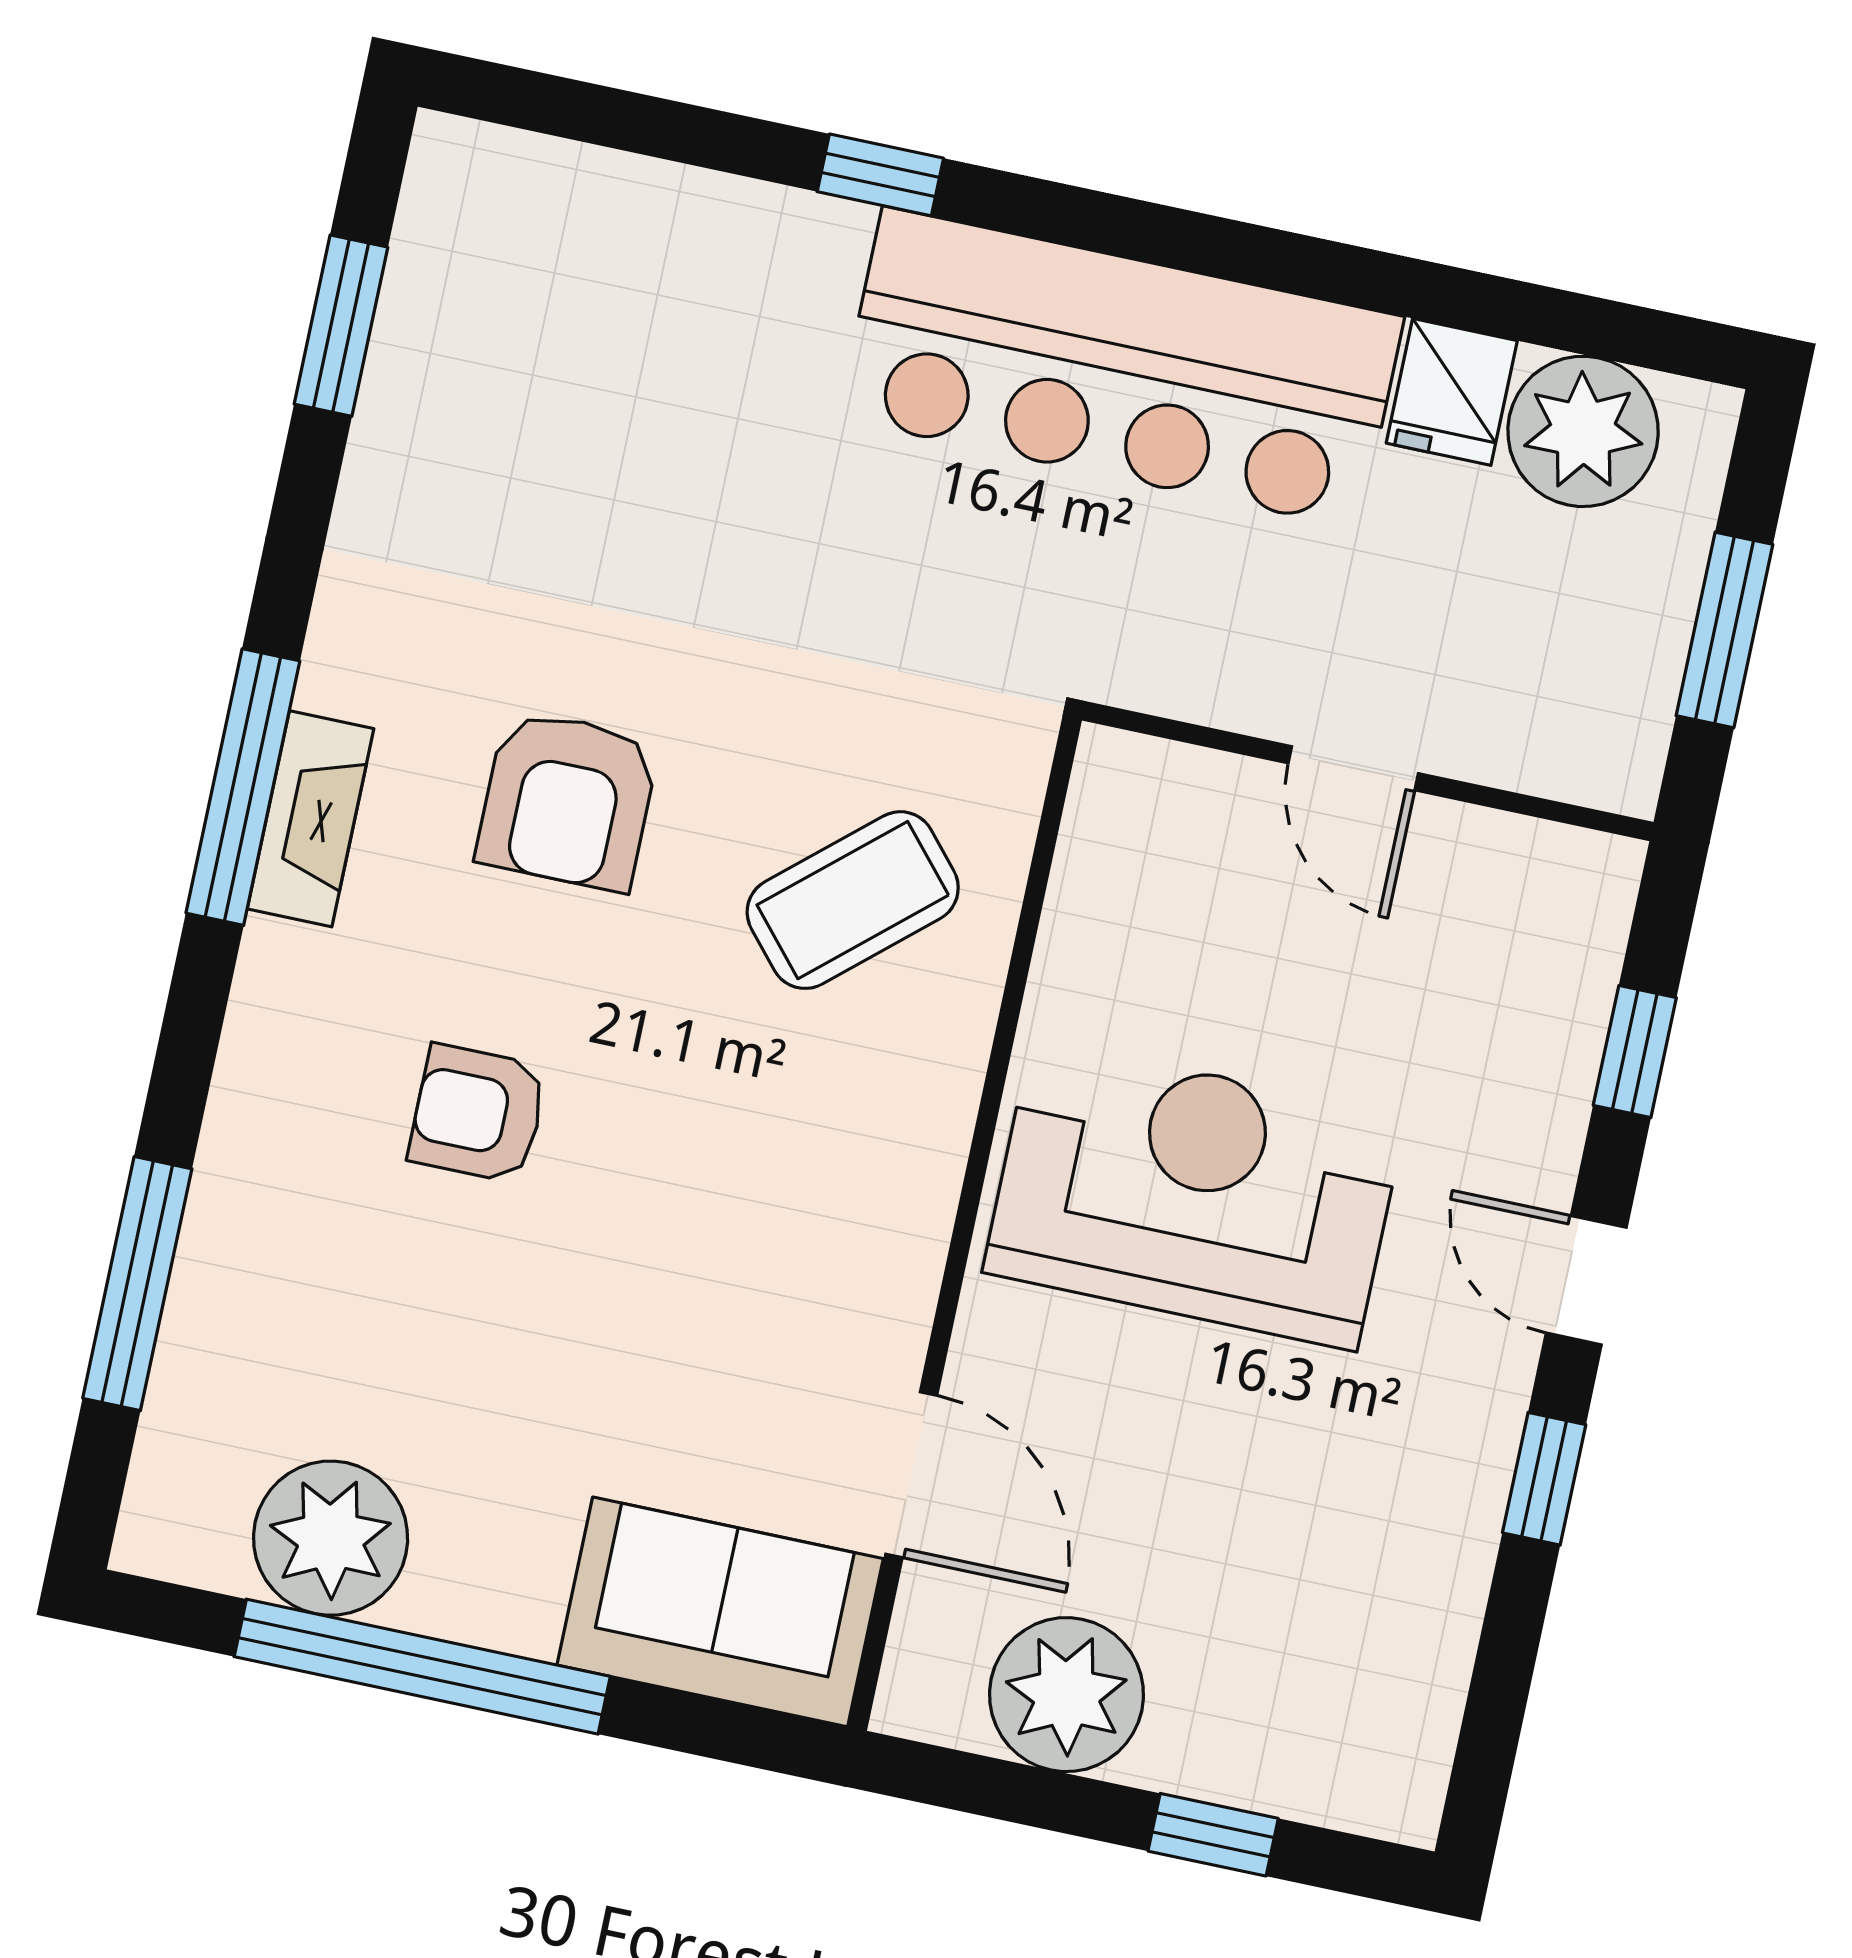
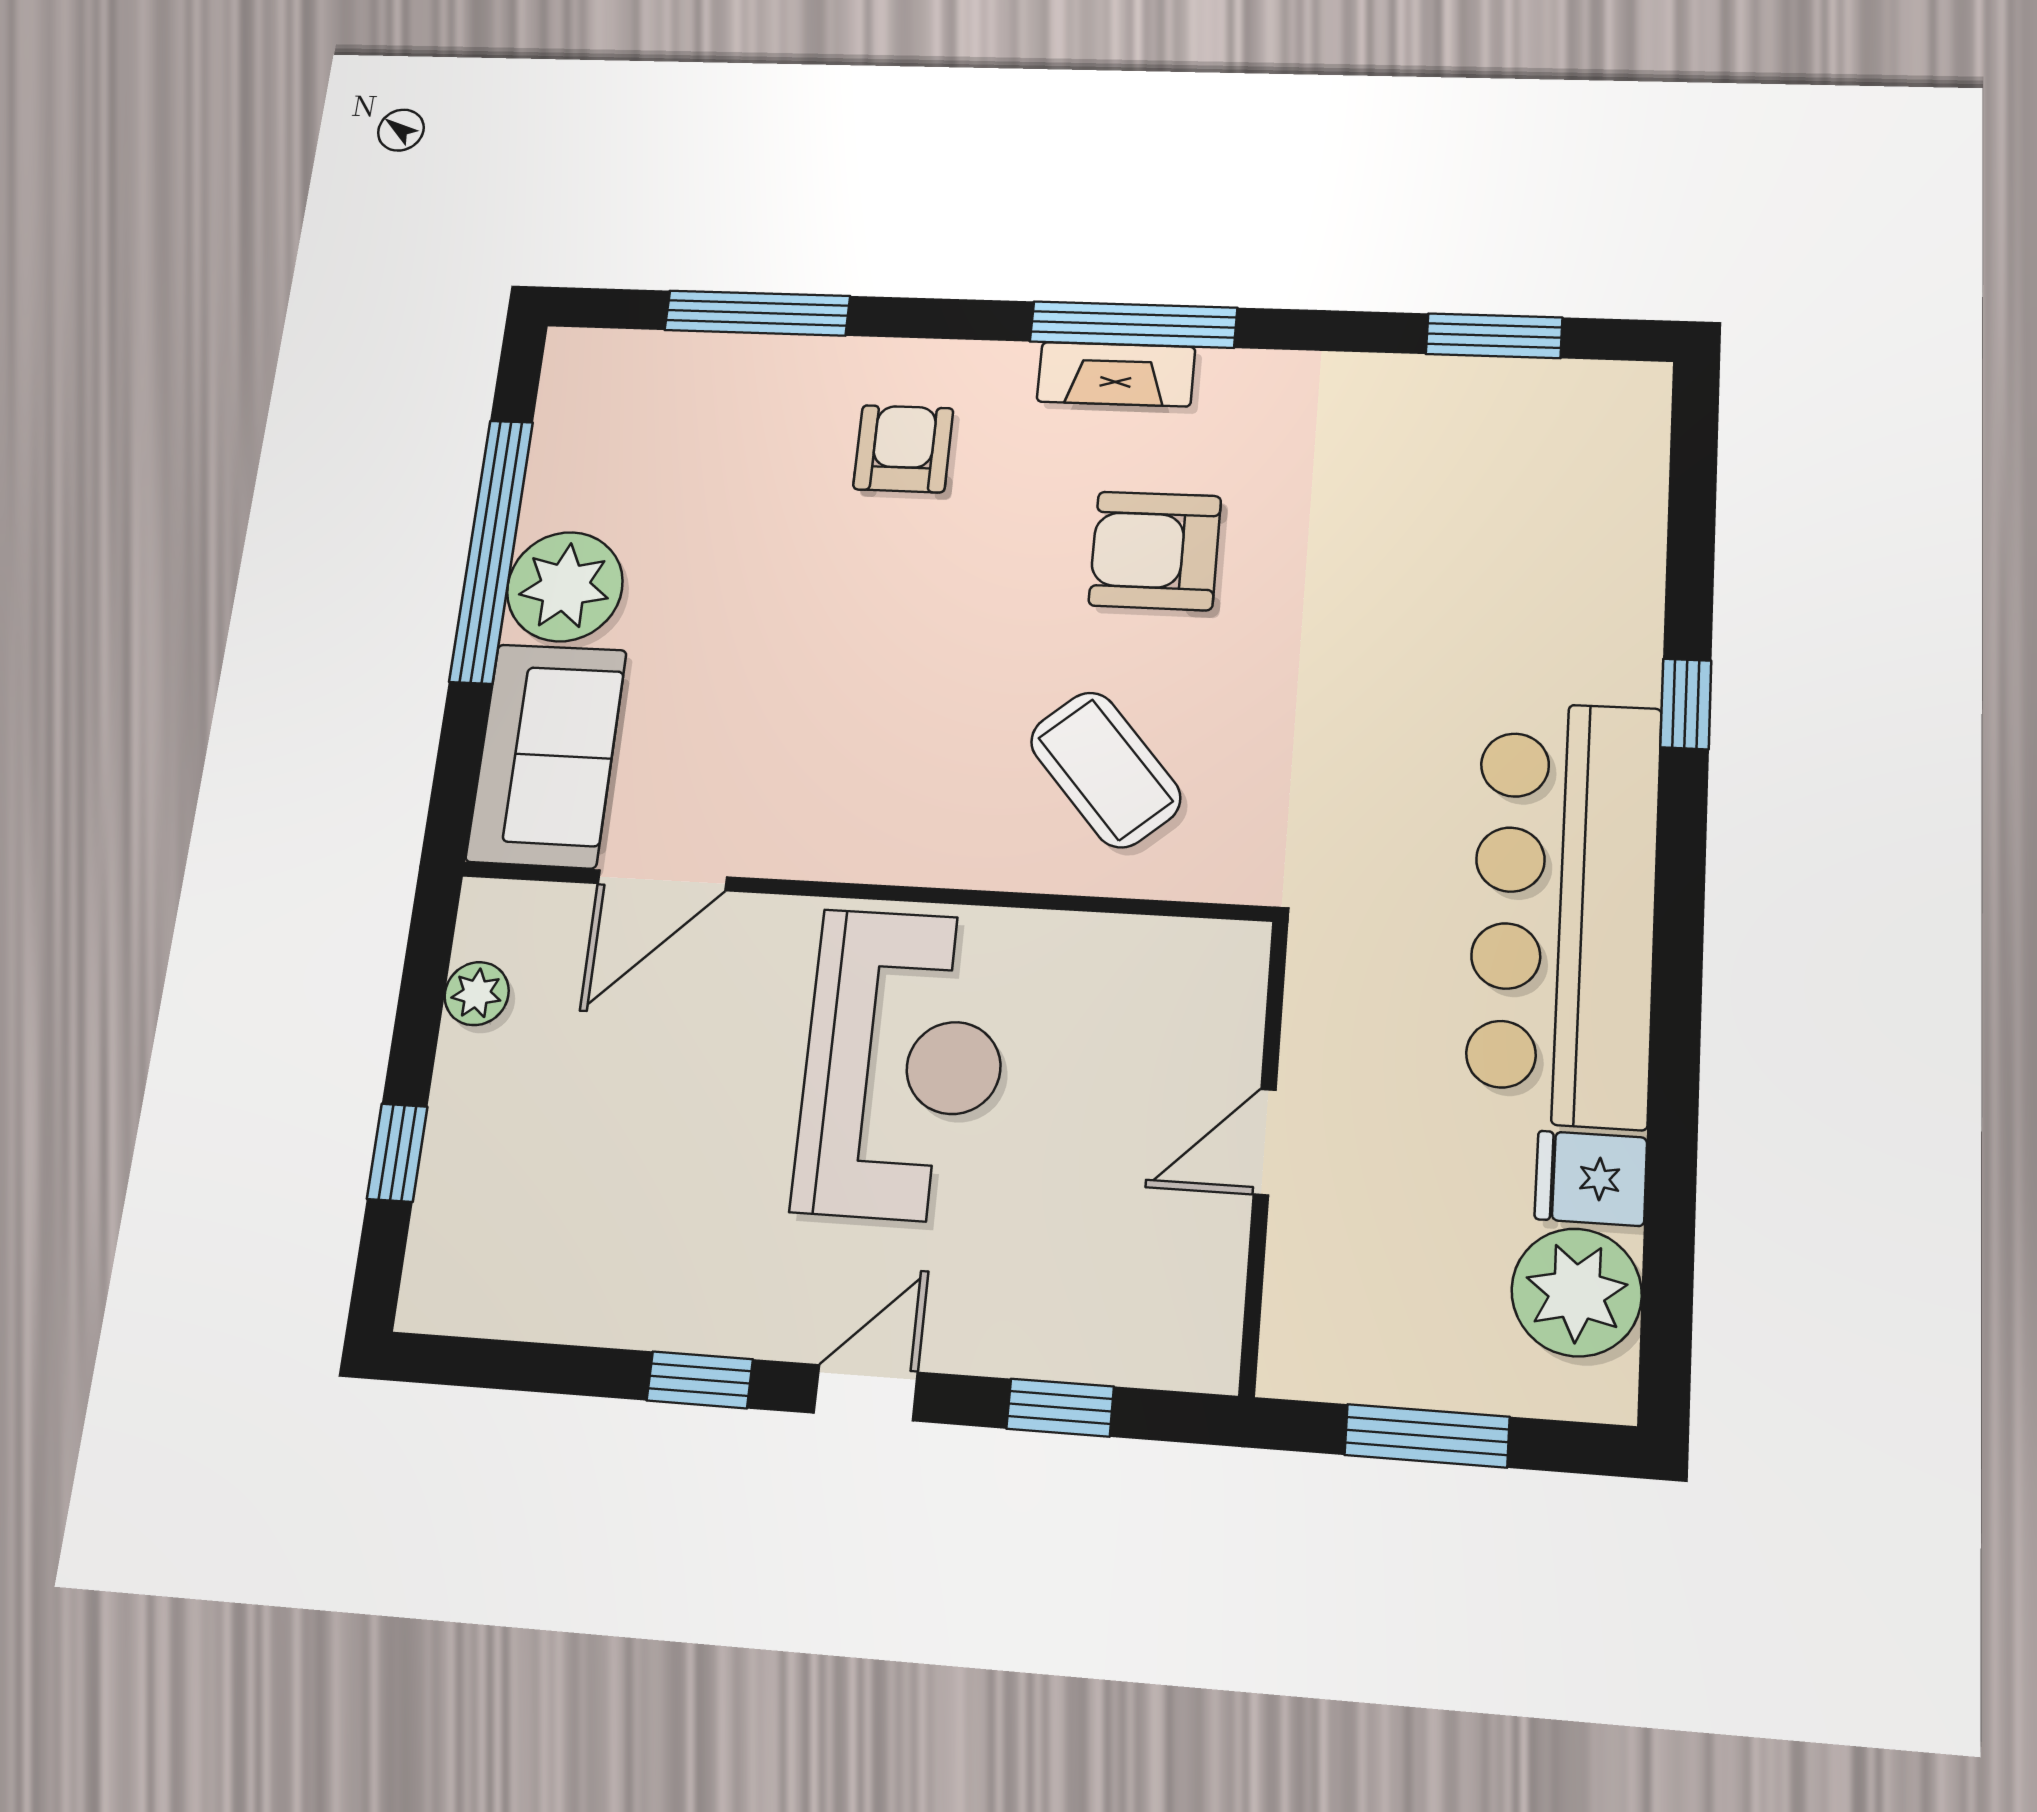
armchair: (478, 1114) -> (903, 449), moved
plant: (331, 1538) -> (565, 587), moved
plant: (1066, 1695) -> (477, 994), width x0.53, depth x0.53

